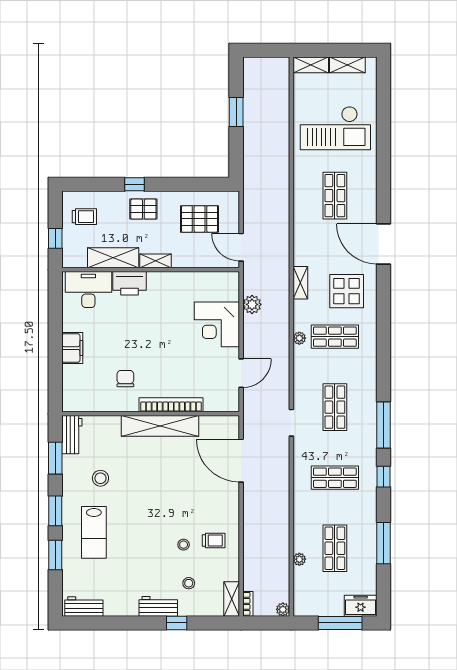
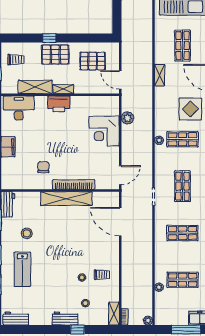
pallet: (143, 209) -> (55, 55), width x1.50, depth x1.42
printer: (129, 283) -> (59, 104), moved
shelving: (300, 283) -> (160, 75), moved
door: (241, 373) -> (120, 175), moved
shop shelf: (335, 548) -> (183, 280), turned 90

